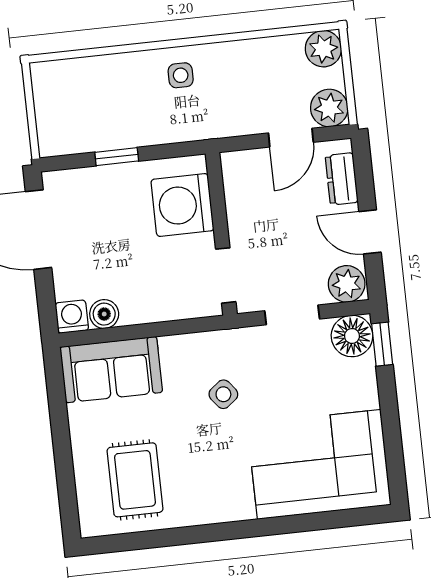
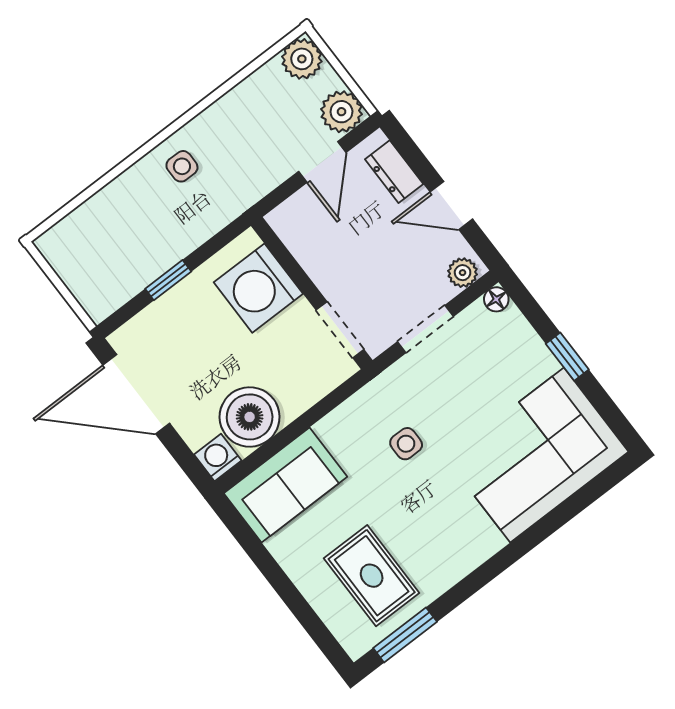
plant: (347, 284) -> (463, 273), width x0.73, depth x0.73
boiler: (104, 314) -> (250, 417), width x1.86, depth x1.86
floor lamp: (352, 336) -> (496, 299), width x0.53, depth x0.53
window: (382, 344) -> (567, 357), moved
side table: (223, 394) -> (406, 444), turned 38
window: (133, 541) -> (405, 635), added

